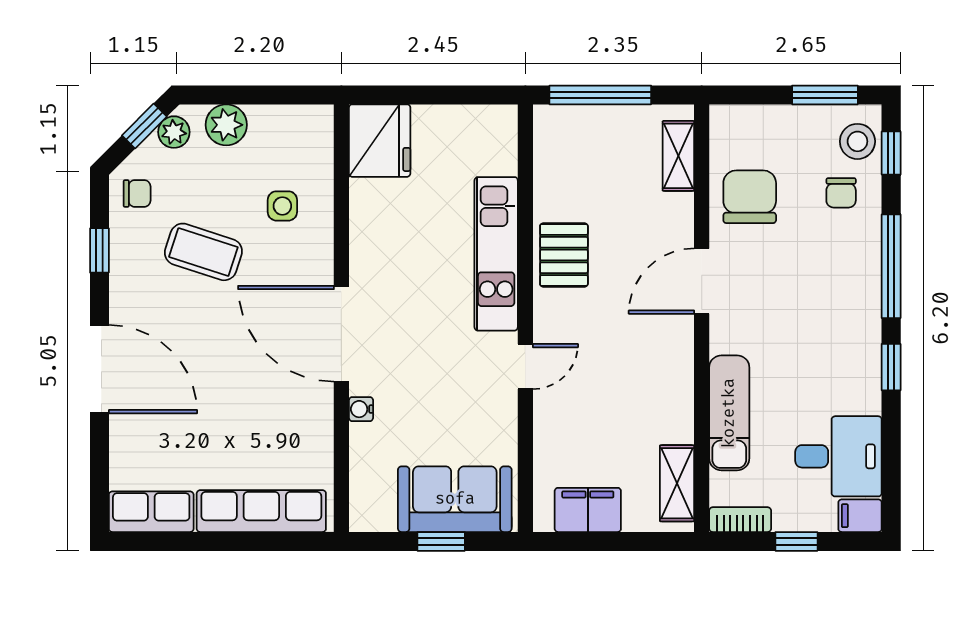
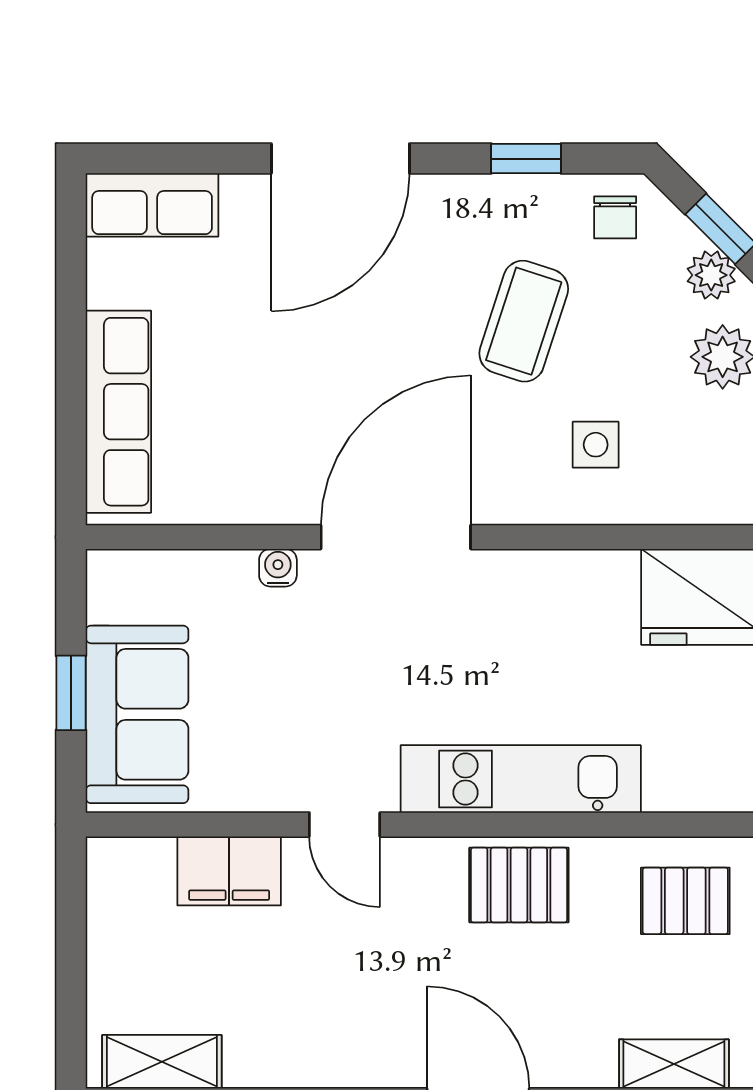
pallet: (574, 149) -> (685, 901), added
filing cabinet: (588, 510) -> (229, 871), moved, turned 90
row of seats: (151, 512) -> (152, 205), moved, turned 90

